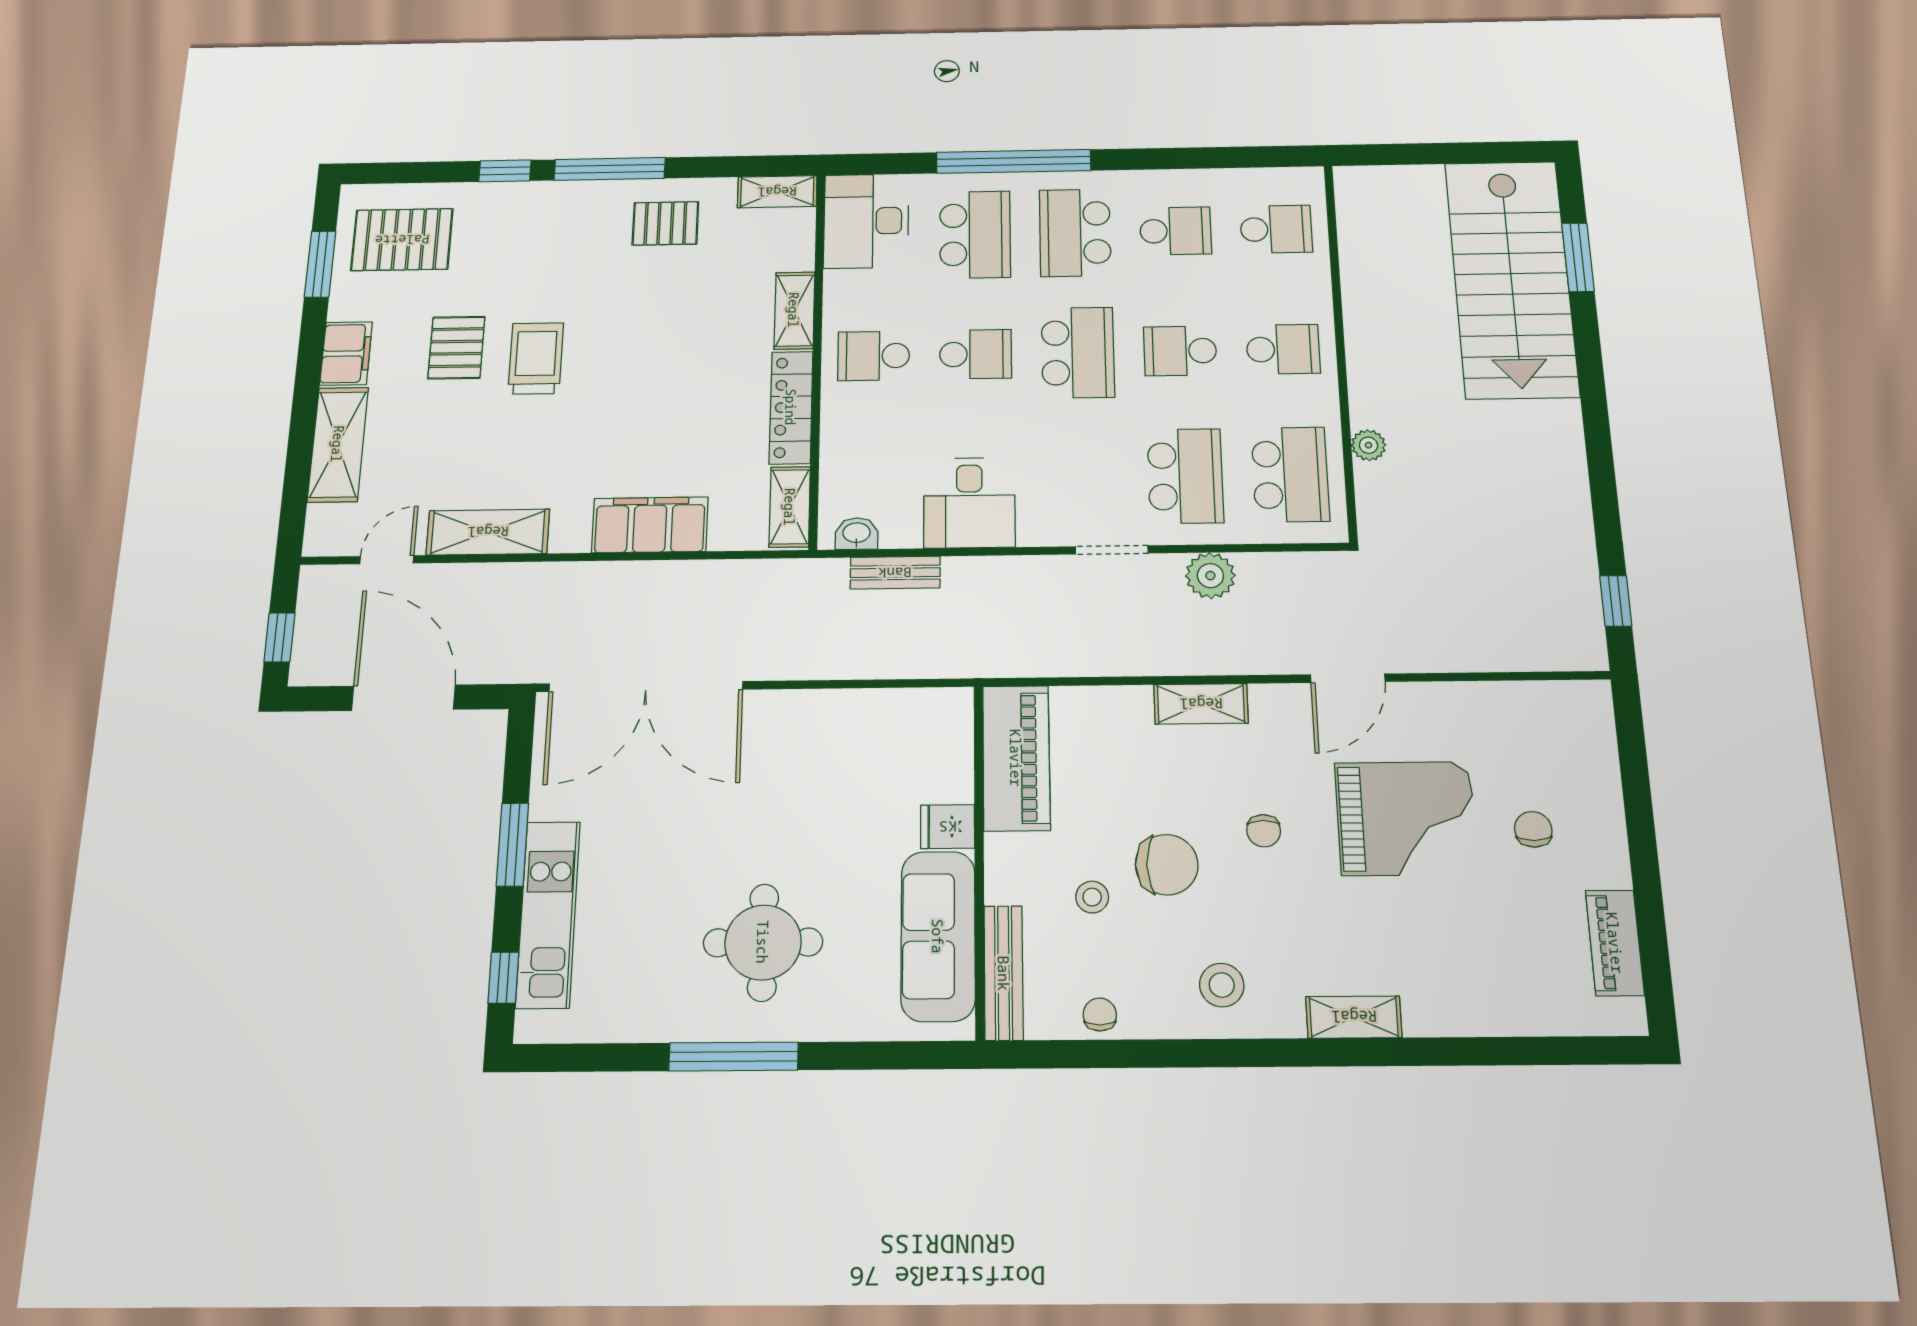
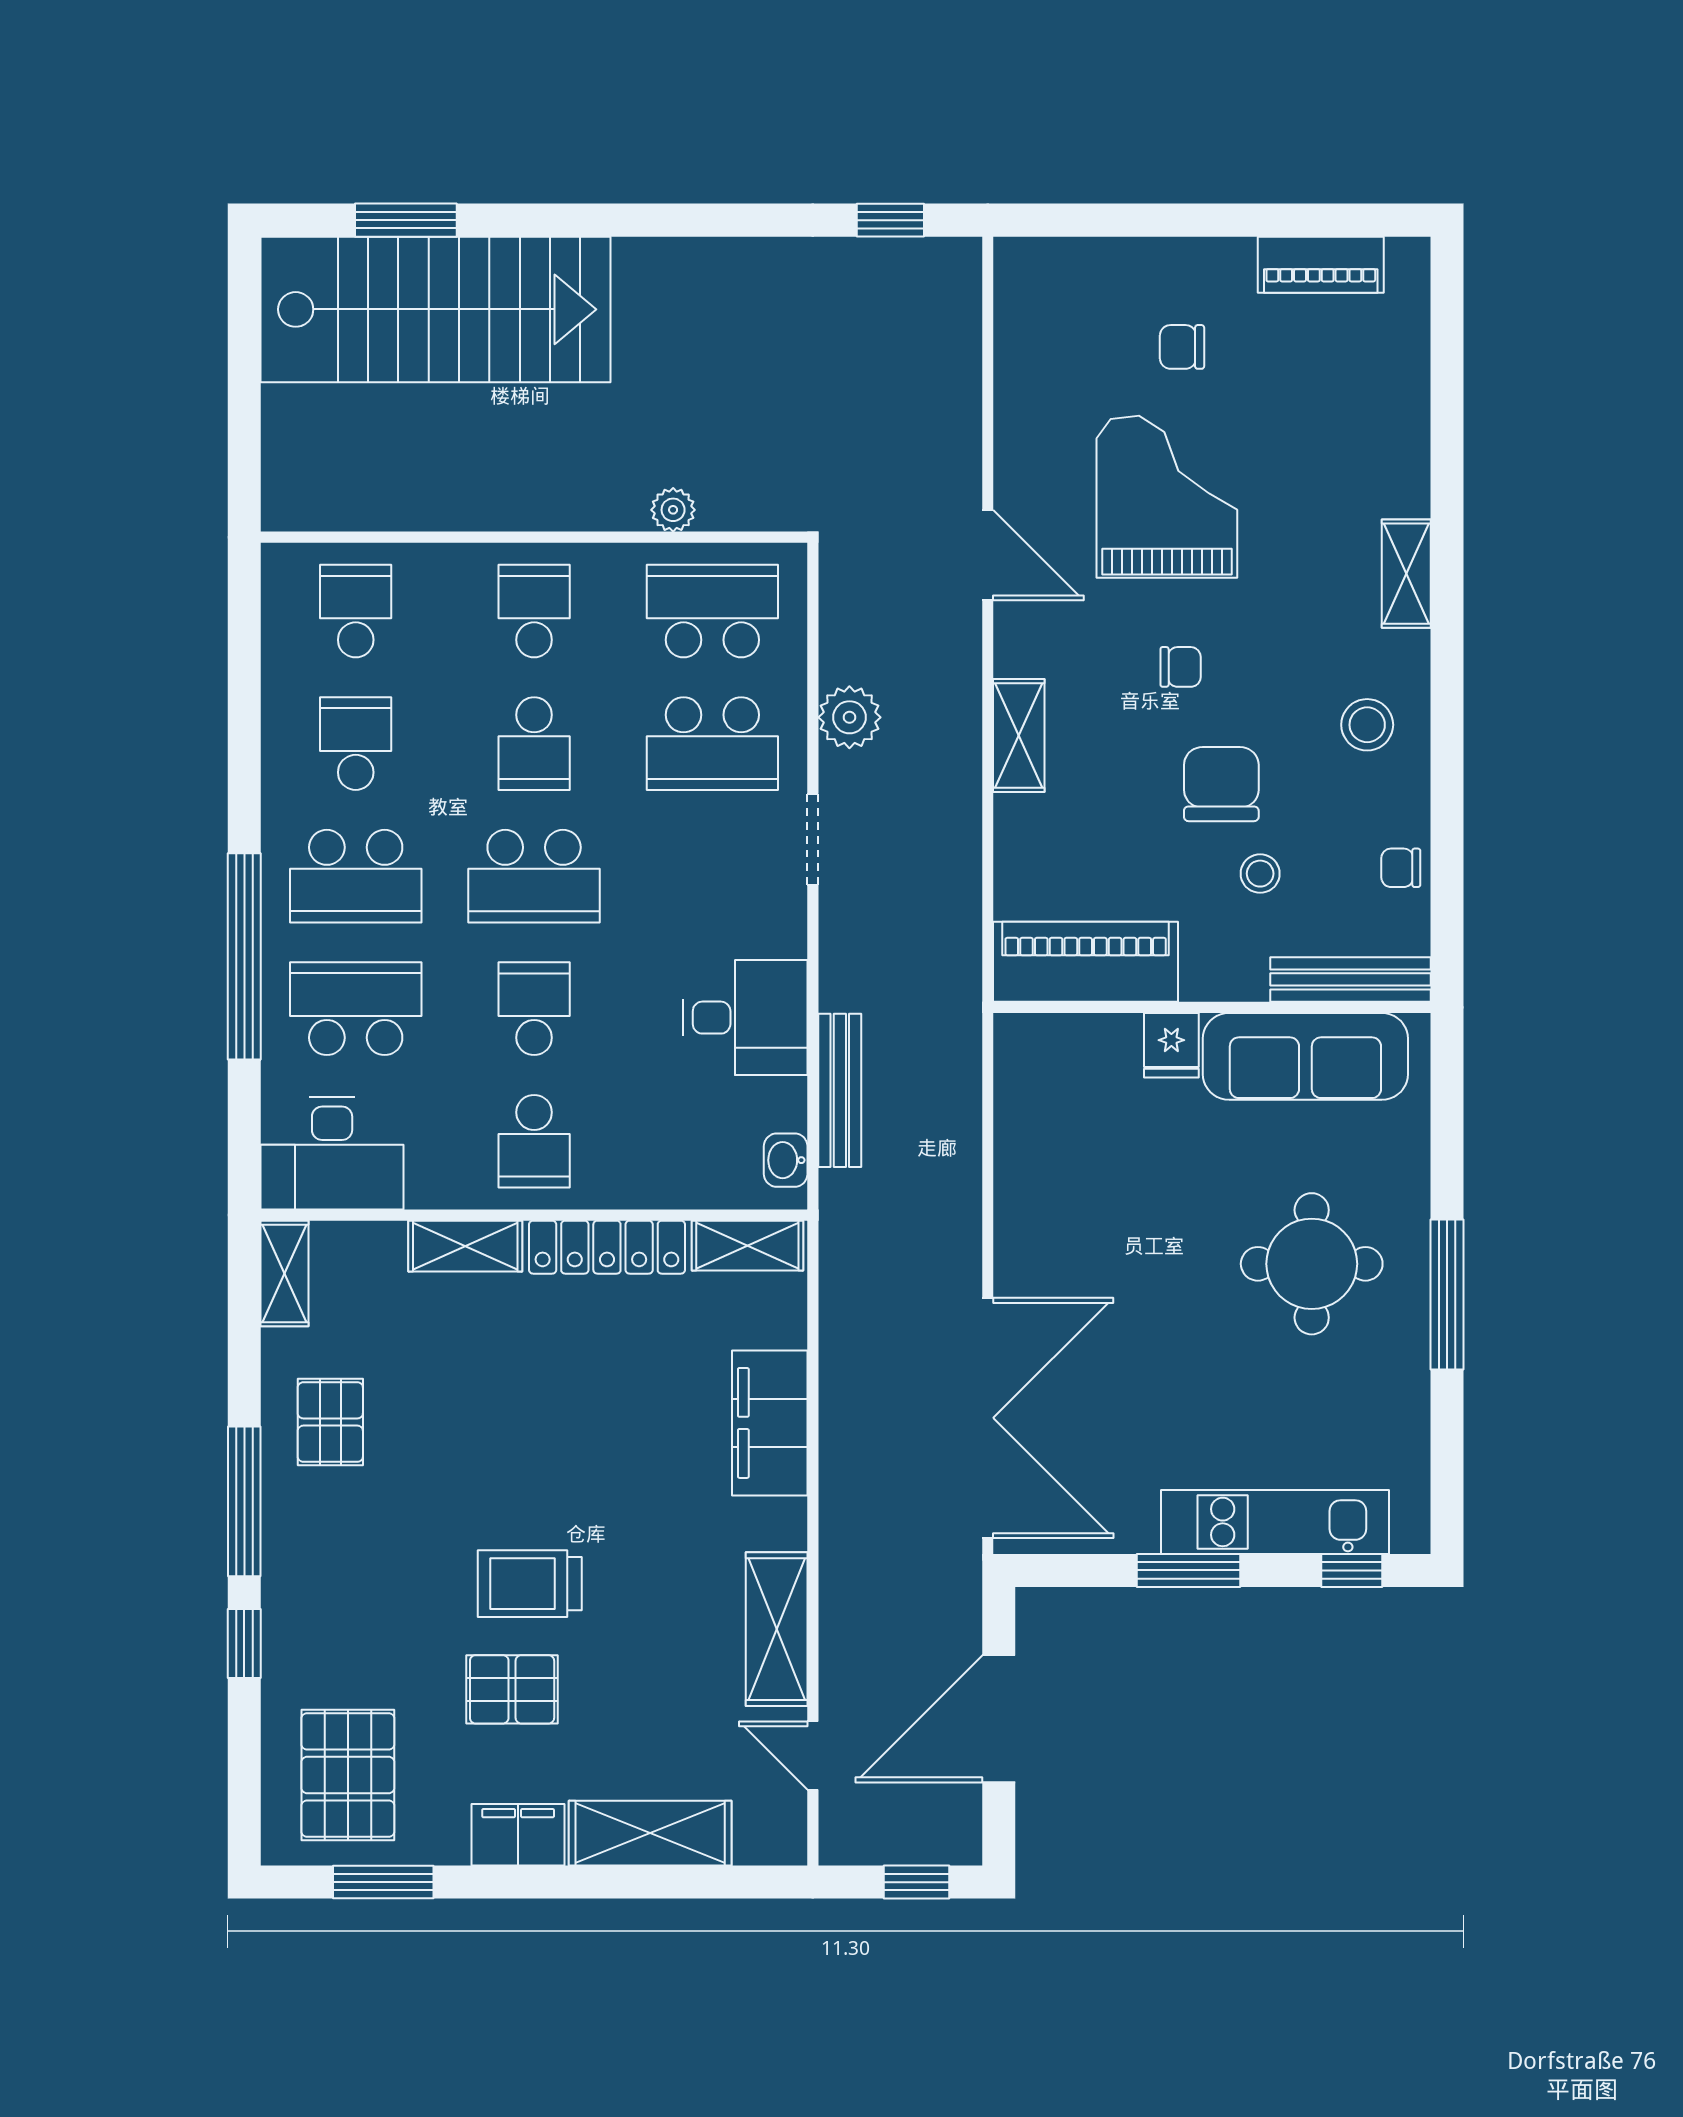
school desk: (1078, 353) -> (534, 876), turned 180
school desk: (1185, 476) -> (712, 744), turned 180
bench: (895, 573) -> (840, 1090), width x1.36

